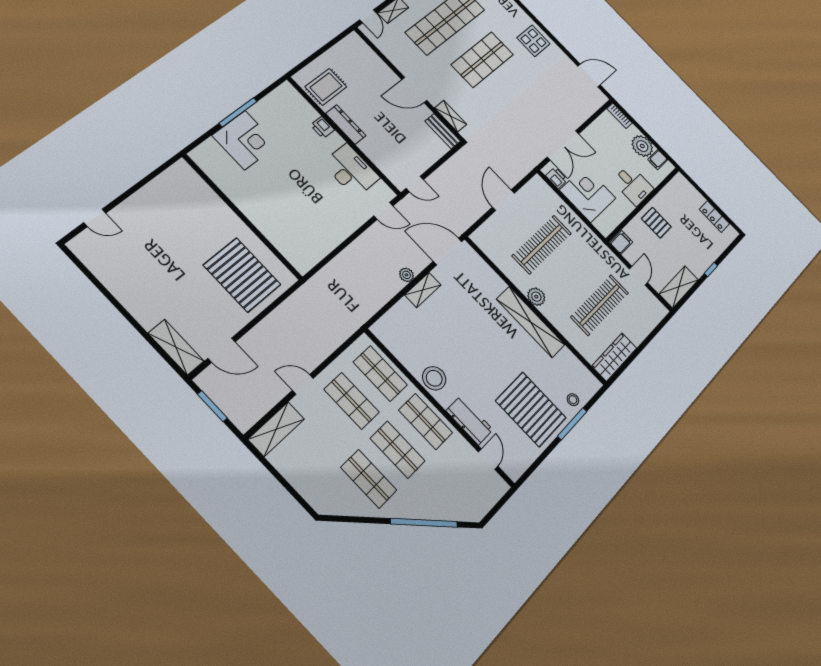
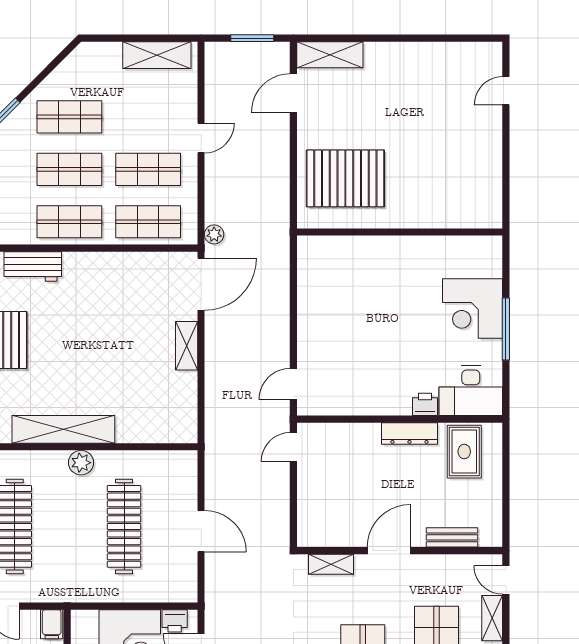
bench: (443, 131) -> (452, 537), moved
desk: (351, 171) -> (471, 391), moved
door: (448, 251) -> (201, 284), moved
plant: (407, 275) -> (214, 234), moved
stool: (434, 378) -> (99, 271), removed
shelving: (276, 429) -> (157, 55), moved, turned 90

